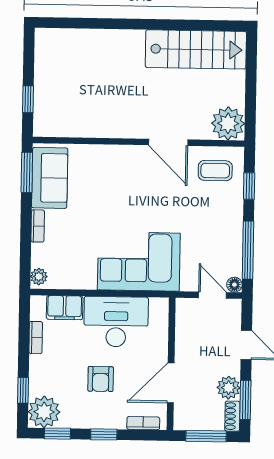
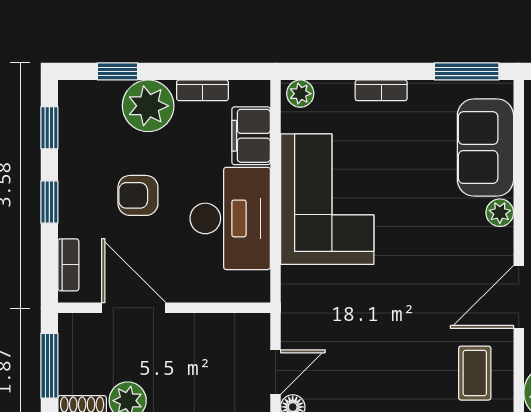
plant: (115, 153) -> (500, 213), added
sofa: (50, 178) -> (485, 148), moved, turned 90
corner sofa: (139, 261) -> (327, 199), moved
plant: (44, 412) -> (148, 106), moved

